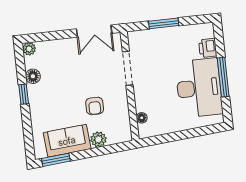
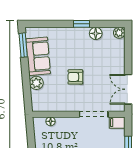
filing cabinet: (135, 40) -> (117, 123), added
armchair: (95, 106) -> (75, 77), moved

